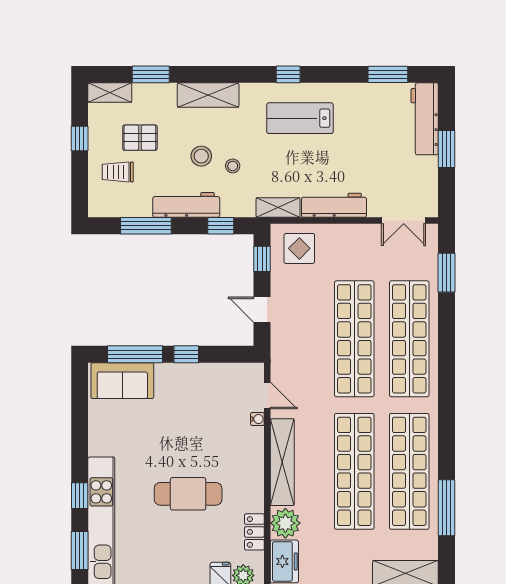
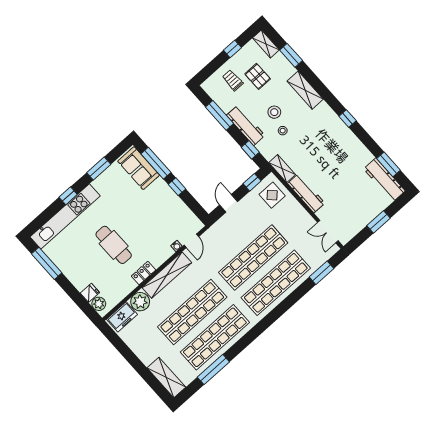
lab bench: (300, 118) -> (332, 142), removed
workbench: (425, 119) -> (384, 180), moved, turned -90
locker: (254, 532) -> (143, 273), moved
window: (80, 551) -> (99, 168), moved

